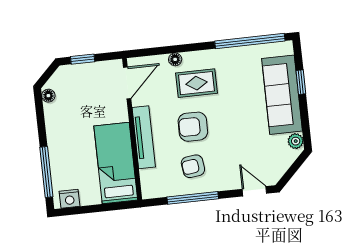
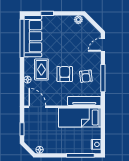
sofa: (282, 95) -> (33, 36), moved, turned -90
armchair: (193, 127) -> (65, 74), turned 180
tv unit: (144, 137) -> (84, 101), moved

